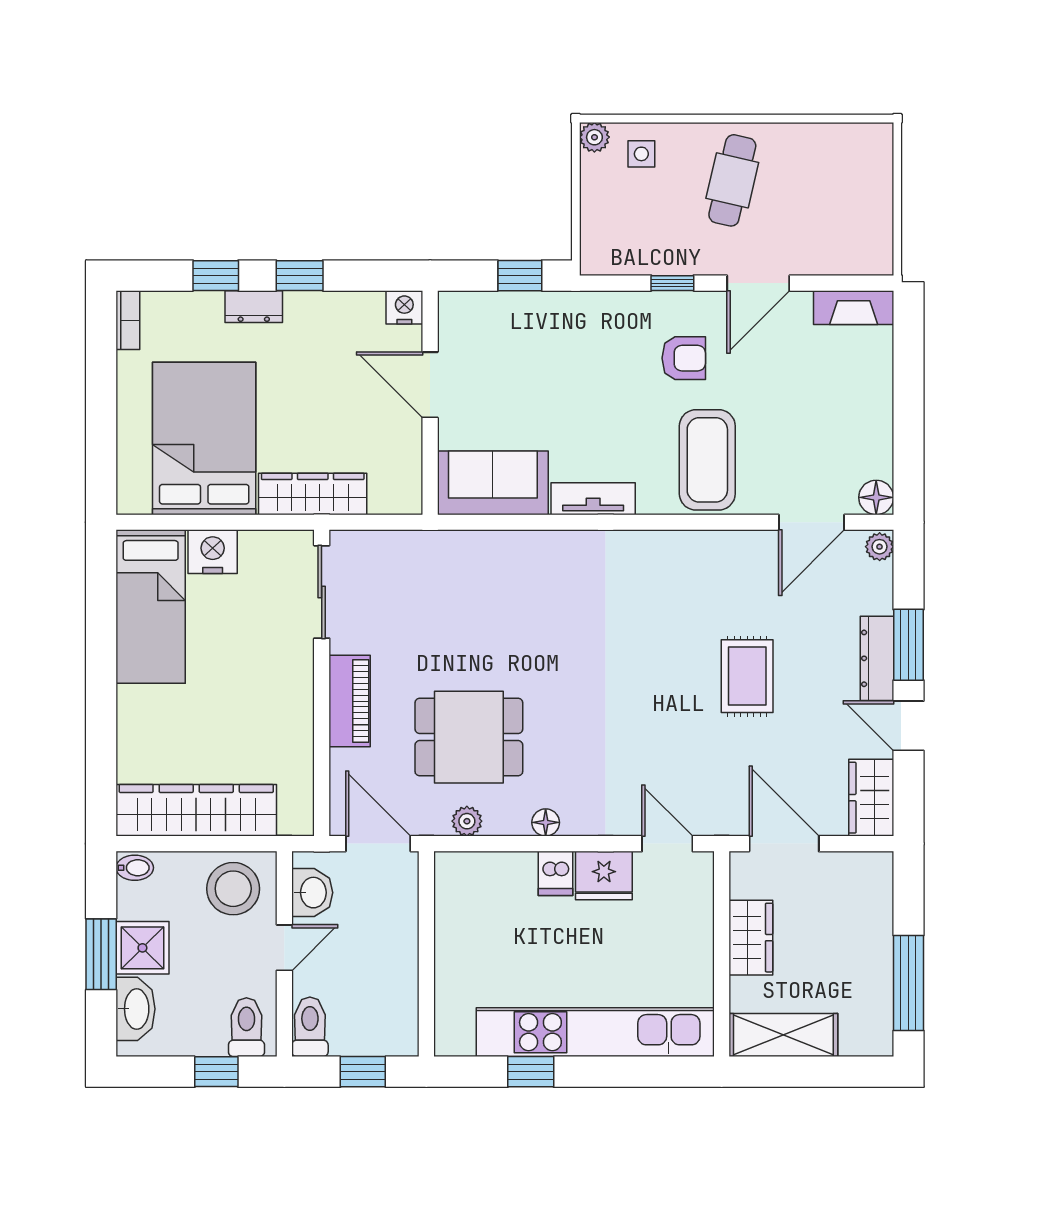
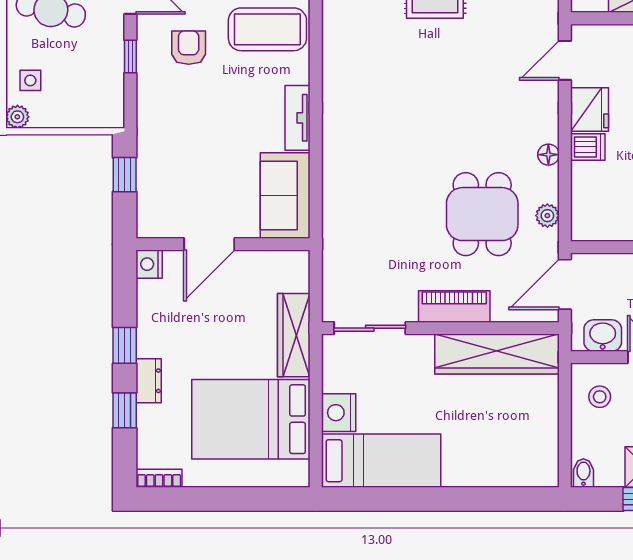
wardrobe: (196, 810) -> (497, 354), moved, turned -90
stool: (233, 889) -> (600, 397), width x0.53, depth x0.53

